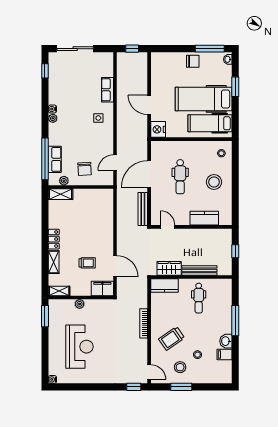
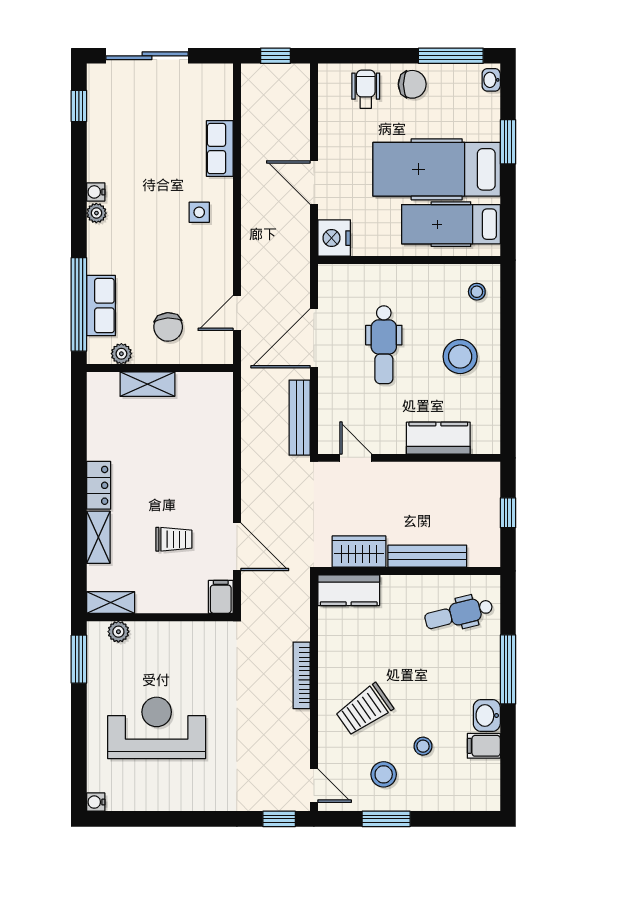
wheelchair: (172, 63) -> (366, 89), added
shelving: (61, 194) -> (147, 384), moved
filing cabinet: (102, 289) -> (221, 597), width x0.50
dental chair: (199, 298) -> (459, 614), moved, turned 76
plant: (80, 304) -> (118, 632), moved
reception desk: (79, 347) -> (157, 728), turned -90

